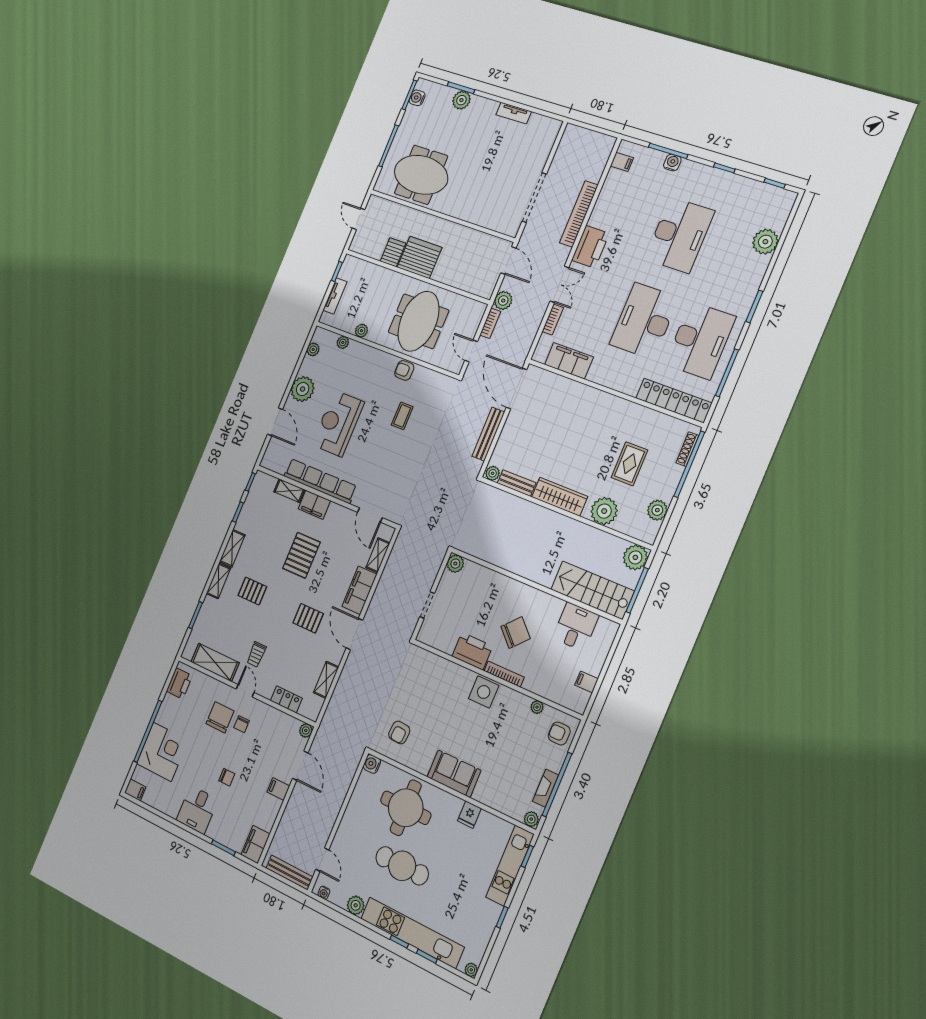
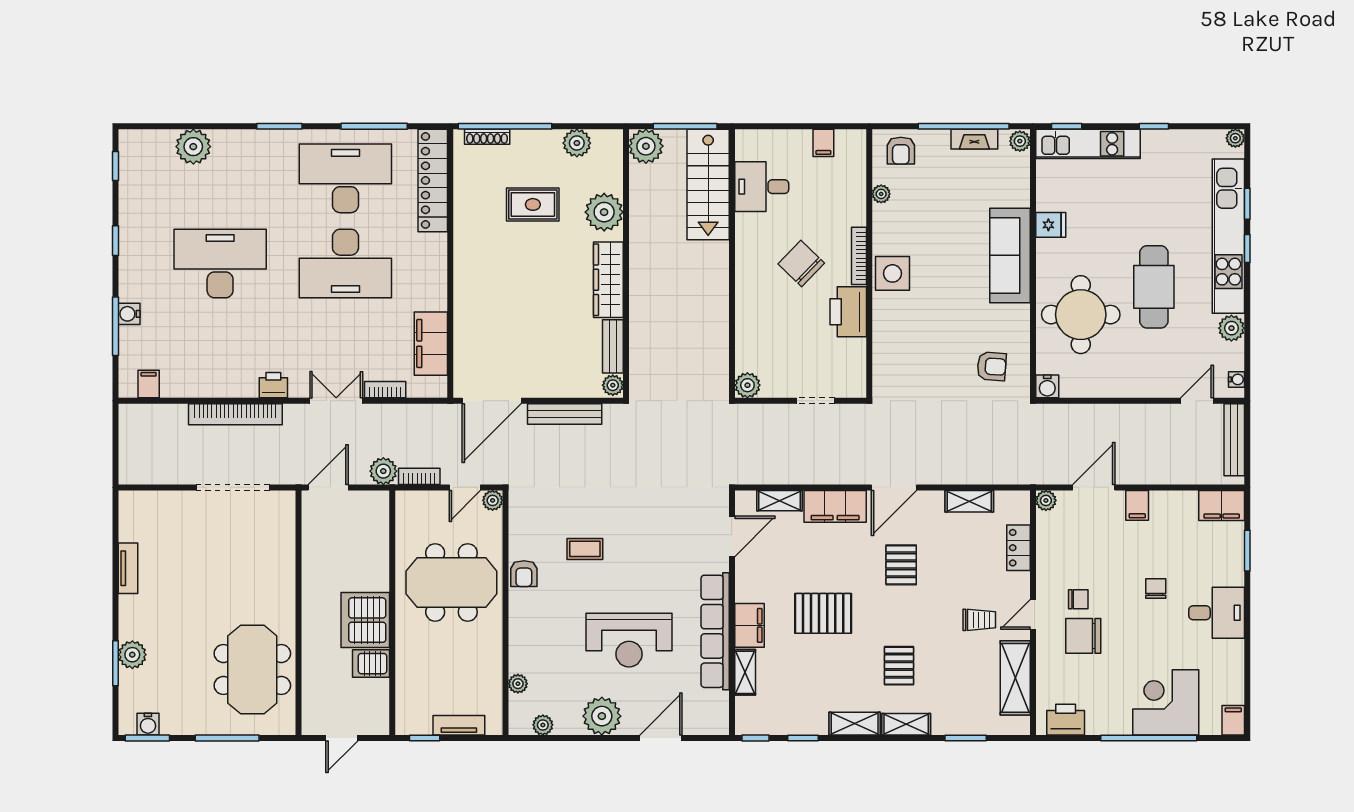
printer: (590, 247) -> (273, 385), width x0.53, depth x0.68
plant: (361, 331) -> (493, 500), moved
sofa: (454, 774) -> (1010, 255), width x1.36

